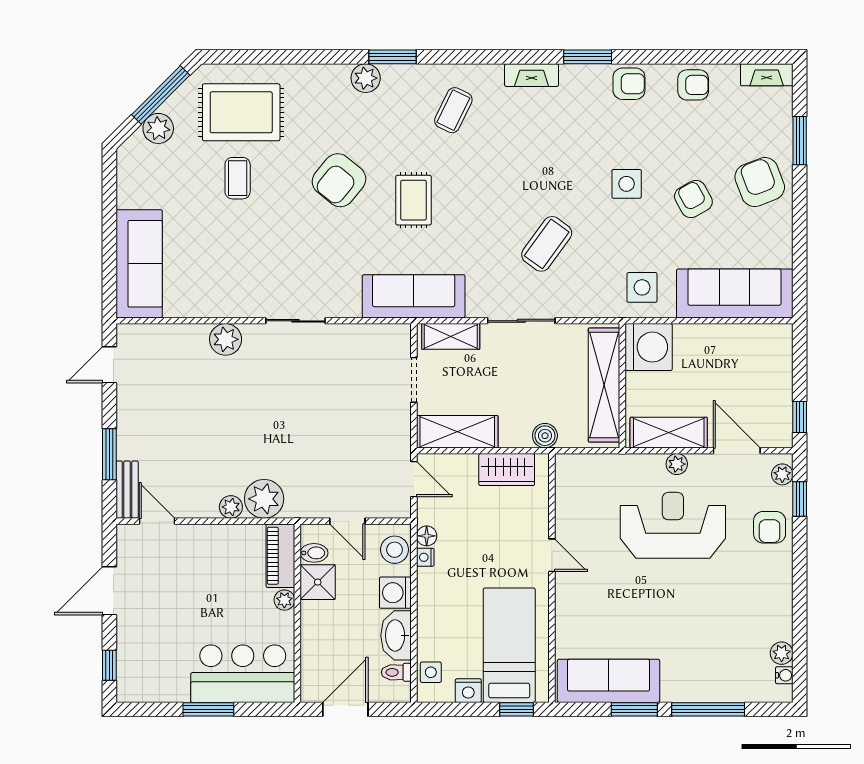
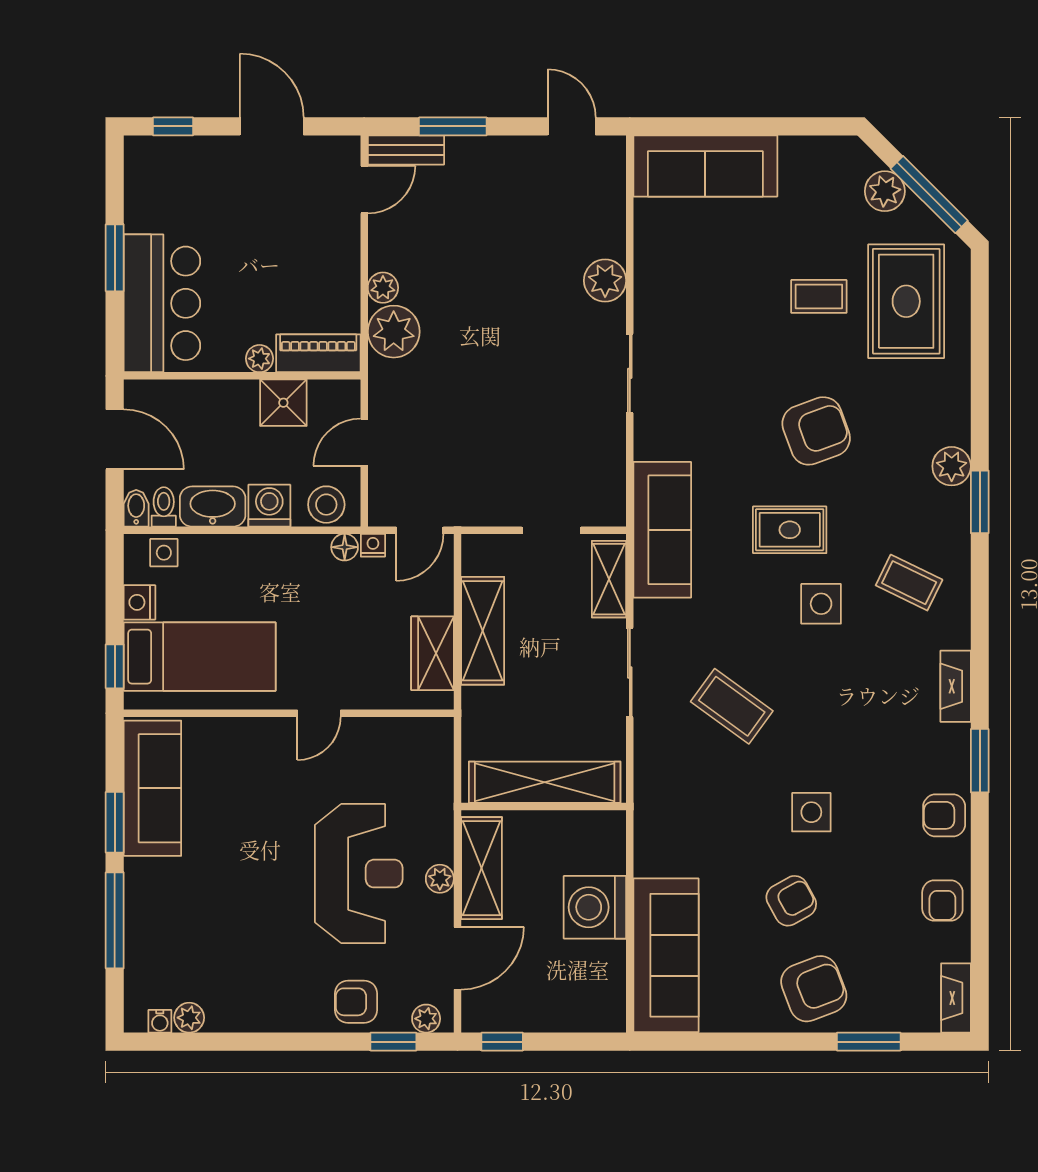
armchair: (629, 84) -> (944, 815), turned 90
armchair: (339, 180) -> (816, 431), turned 121
side table: (642, 287) -> (821, 604), moved
washing machine: (649, 347) -> (595, 907), moved, turned 90
shelving: (457, 432) -> (483, 631), moved
boiler: (545, 436) -> (477, 704), removed
bidet: (314, 553) -> (136, 508), moved, turned 180
nightstand: (425, 557) -> (373, 545), moved

